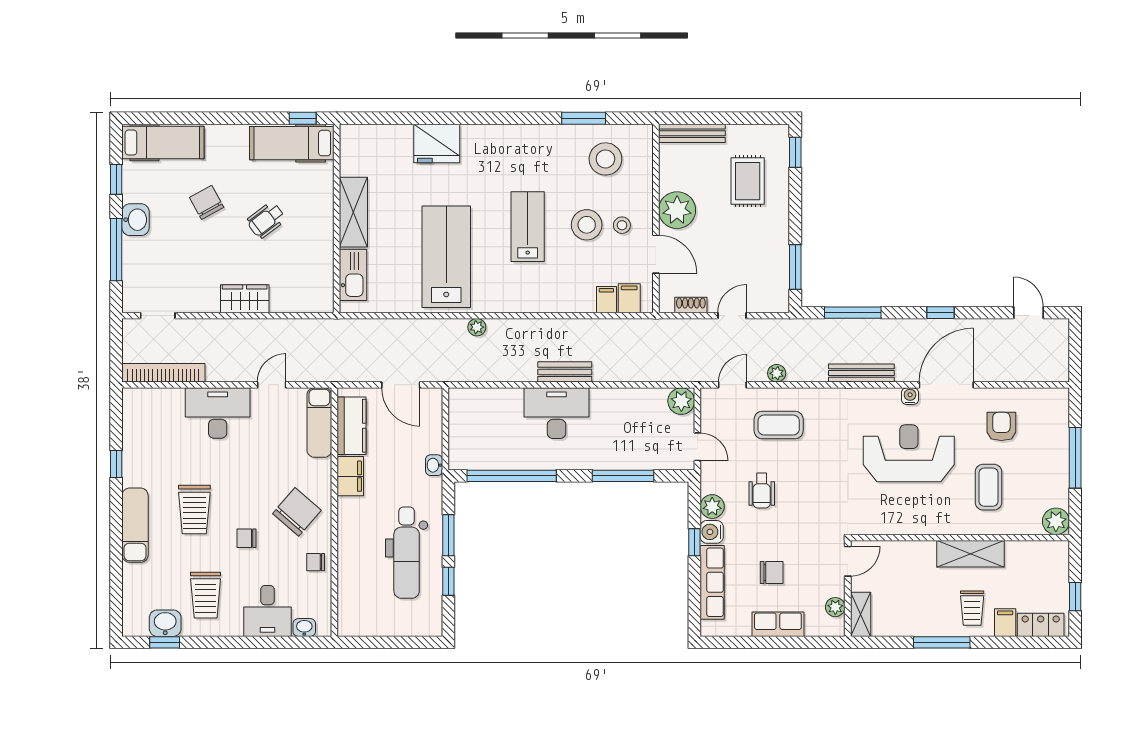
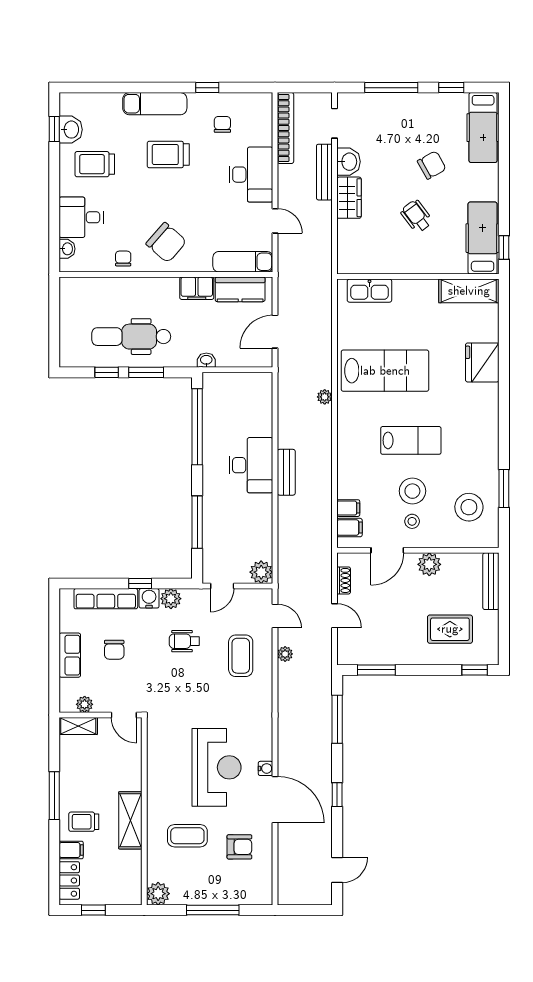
plant: (677, 210) -> (429, 564), width x0.73, depth x0.73
shelving: (353, 212) -> (469, 291), moved
washbasin: (136, 220) -> (349, 162), moved, turned -90
bench: (861, 373) -> (324, 172), moved
chair: (247, 538) -> (222, 124), moved

